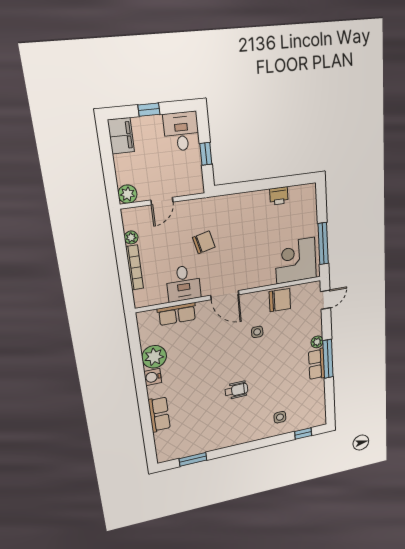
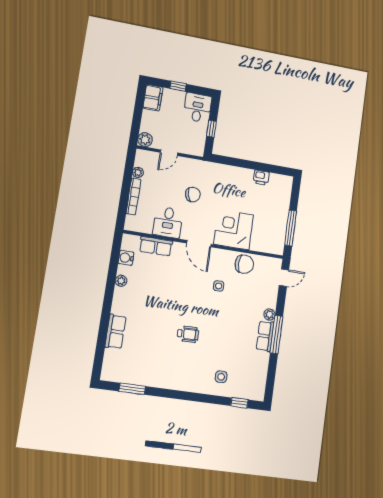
corner desk: (296, 261) -> (234, 229), moved
plant: (154, 357) -> (121, 281), width x0.53, depth x0.53
water cooler: (153, 377) -> (126, 258), moved

